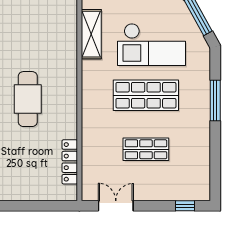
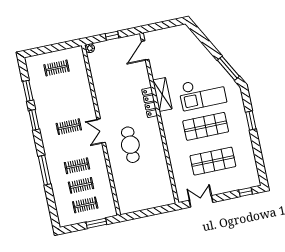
window: (215, 100) -> (251, 120), width x0.69
shop shelf: (146, 149) -> (213, 161), width x1.43, depth x1.36
locker: (70, 162) -> (150, 102), moved

